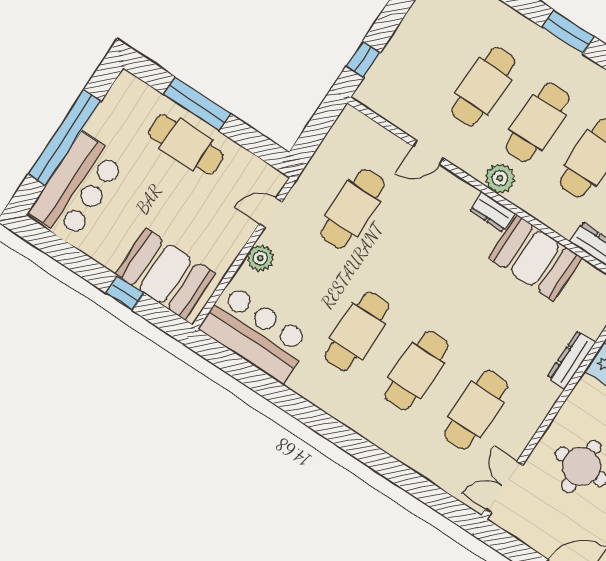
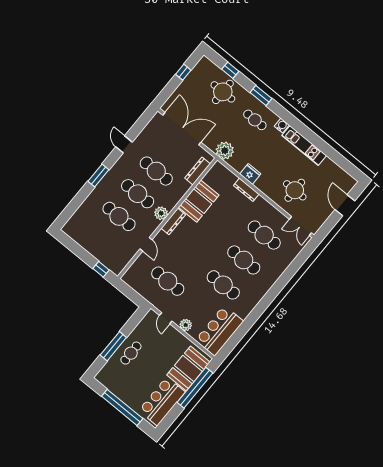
cafe table: (186, 144) -> (131, 353), width x0.73, depth x0.74
bar counter: (77, 187) -> (162, 401), moved, turned -90
dresser: (492, 212) -> (173, 221), width x1.44
window: (125, 293) -> (195, 388), width x3.17

